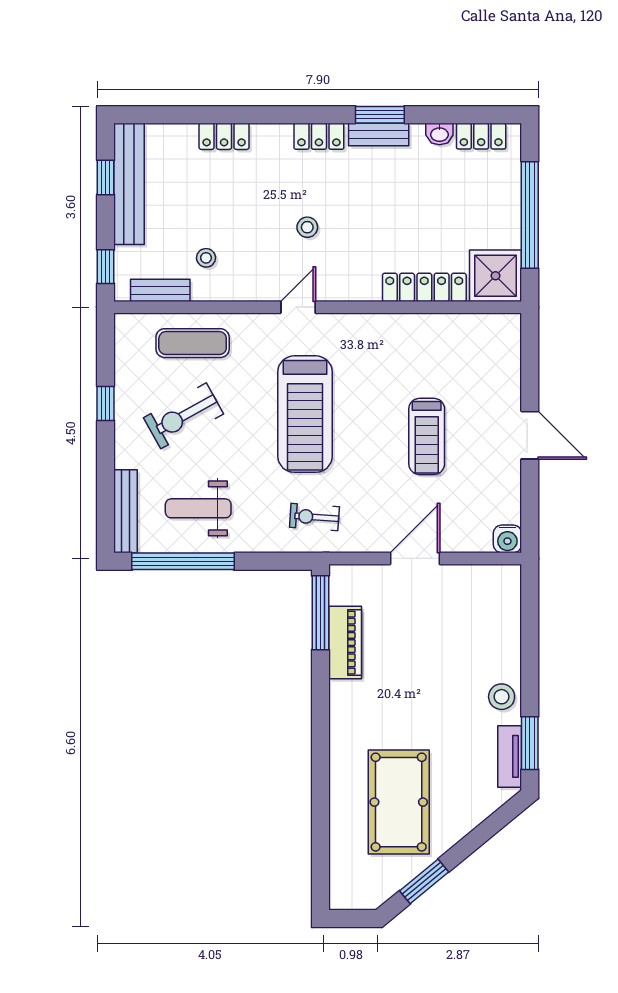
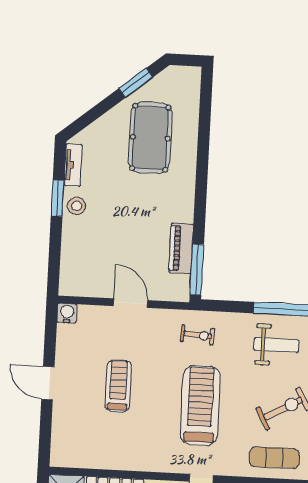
door: (415, 558) -> (131, 303), swing flipped
window: (530, 743) -> (58, 198), moved

